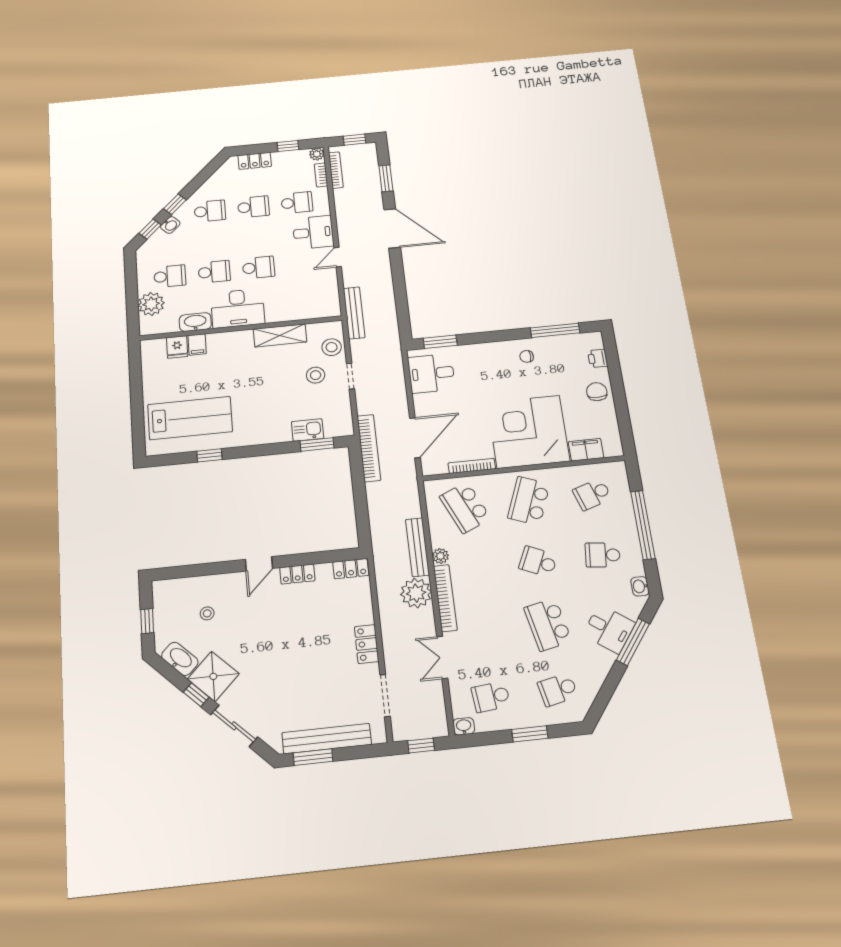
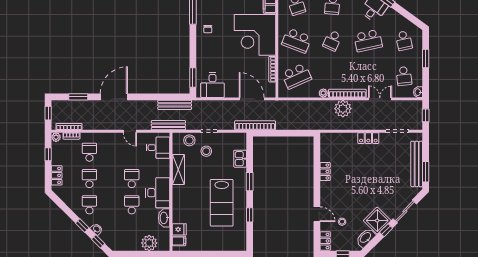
desk: (313, 232) -> (158, 148), moved, turned 90
school desk: (170, 276) -> (132, 231), removed
filing cabinet: (197, 344) -> (179, 241), moved
lab bench: (190, 418) -> (222, 203), moved, turned 180
window: (317, 444) -> (250, 182), moved
bench: (418, 547) -> (175, 105), moved
door: (259, 564) -> (317, 214), moved
locker: (351, 569) -> (325, 241), moved
double door: (442, 657) -> (380, 99), swing flipped

